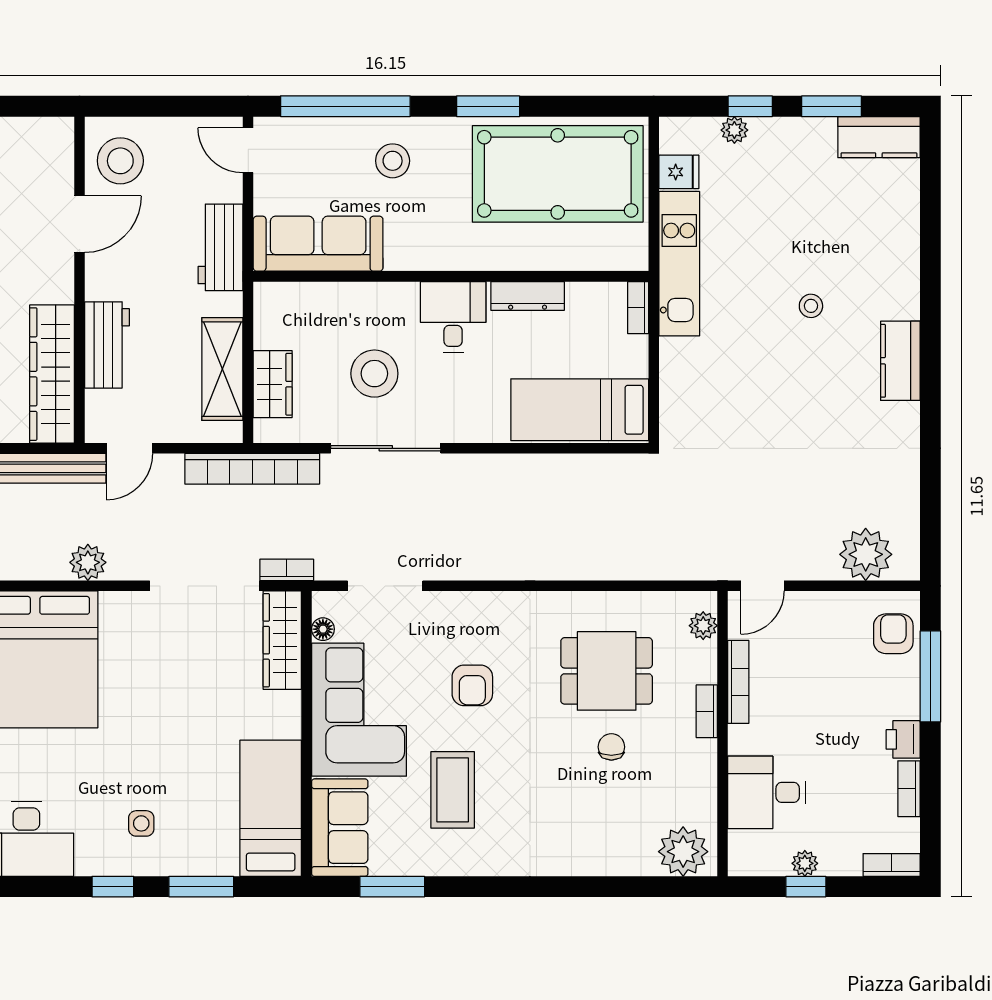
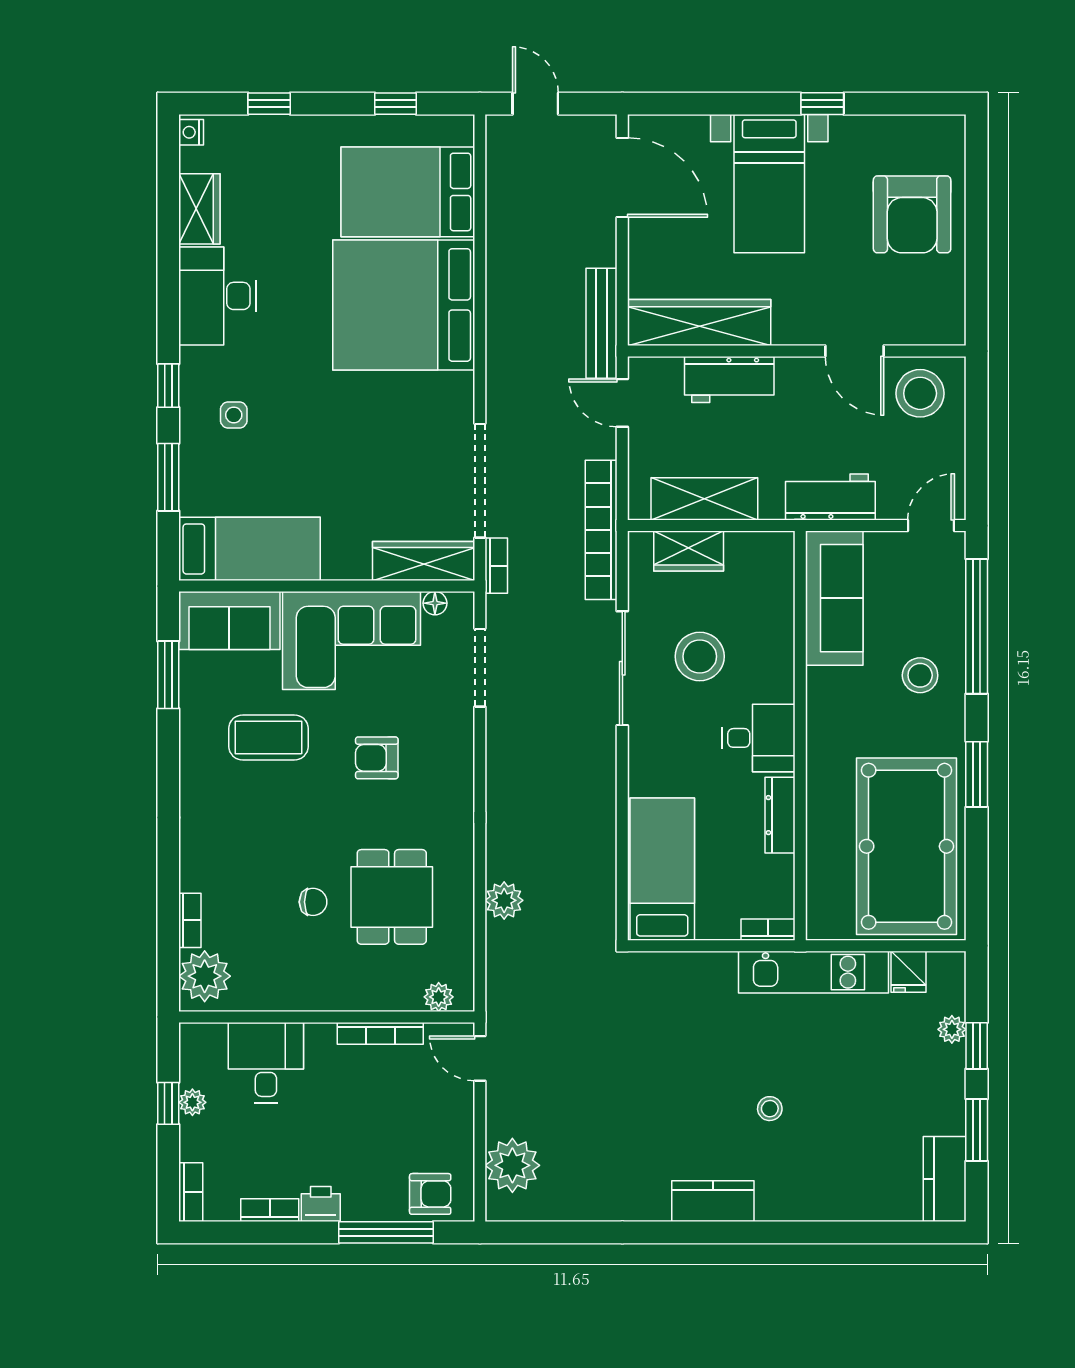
plant: (88, 562) -> (504, 900), moved
bookcase: (707, 711) -> (190, 920), moved, turned 90

